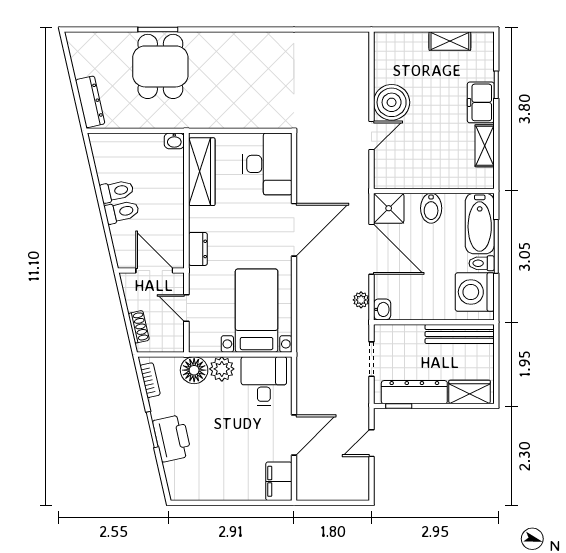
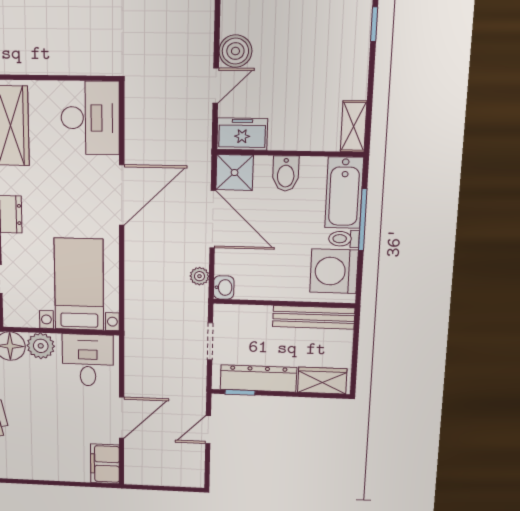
boiler: (392, 102) -> (235, 51), width x0.73, depth x0.73
freezer: (481, 102) -> (242, 134), moved, turned 90
shelving: (485, 146) -> (354, 126), moved

